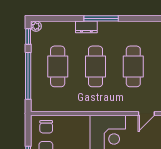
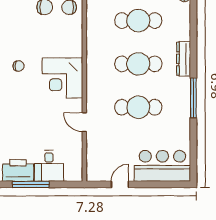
window: (101, 18) -> (193, 98), moved
dresser: (86, 27) -> (184, 59), width x1.44

